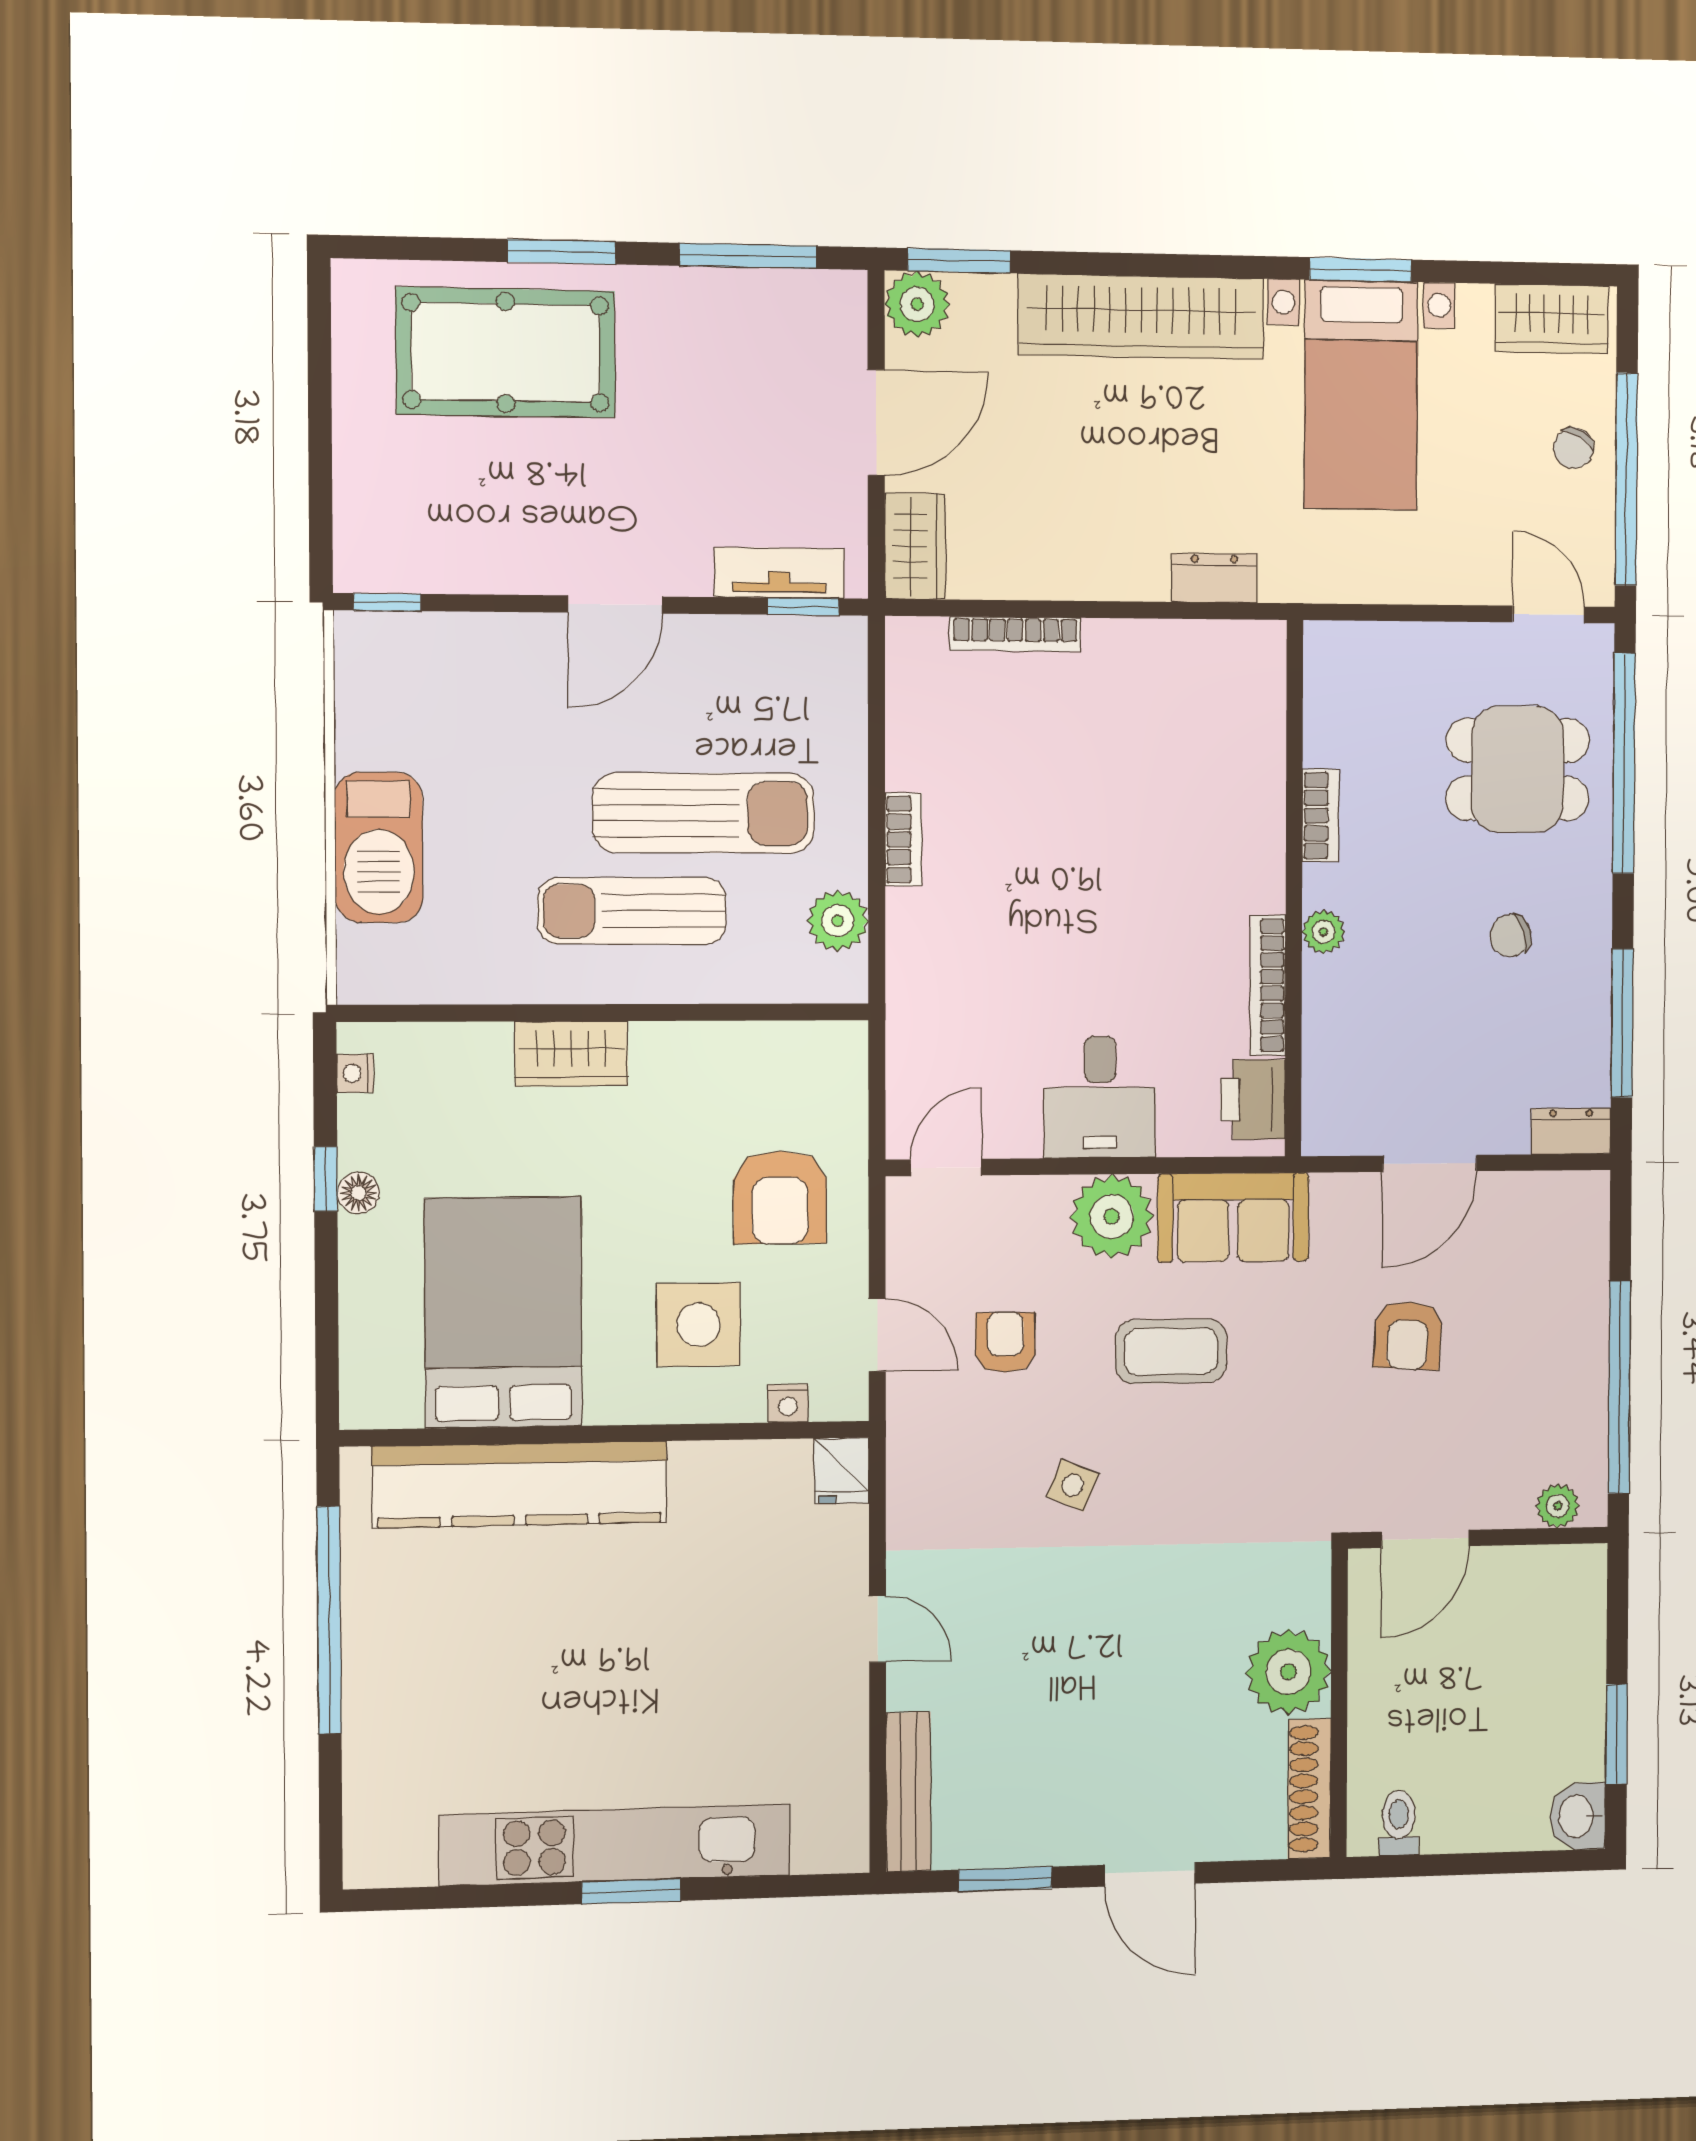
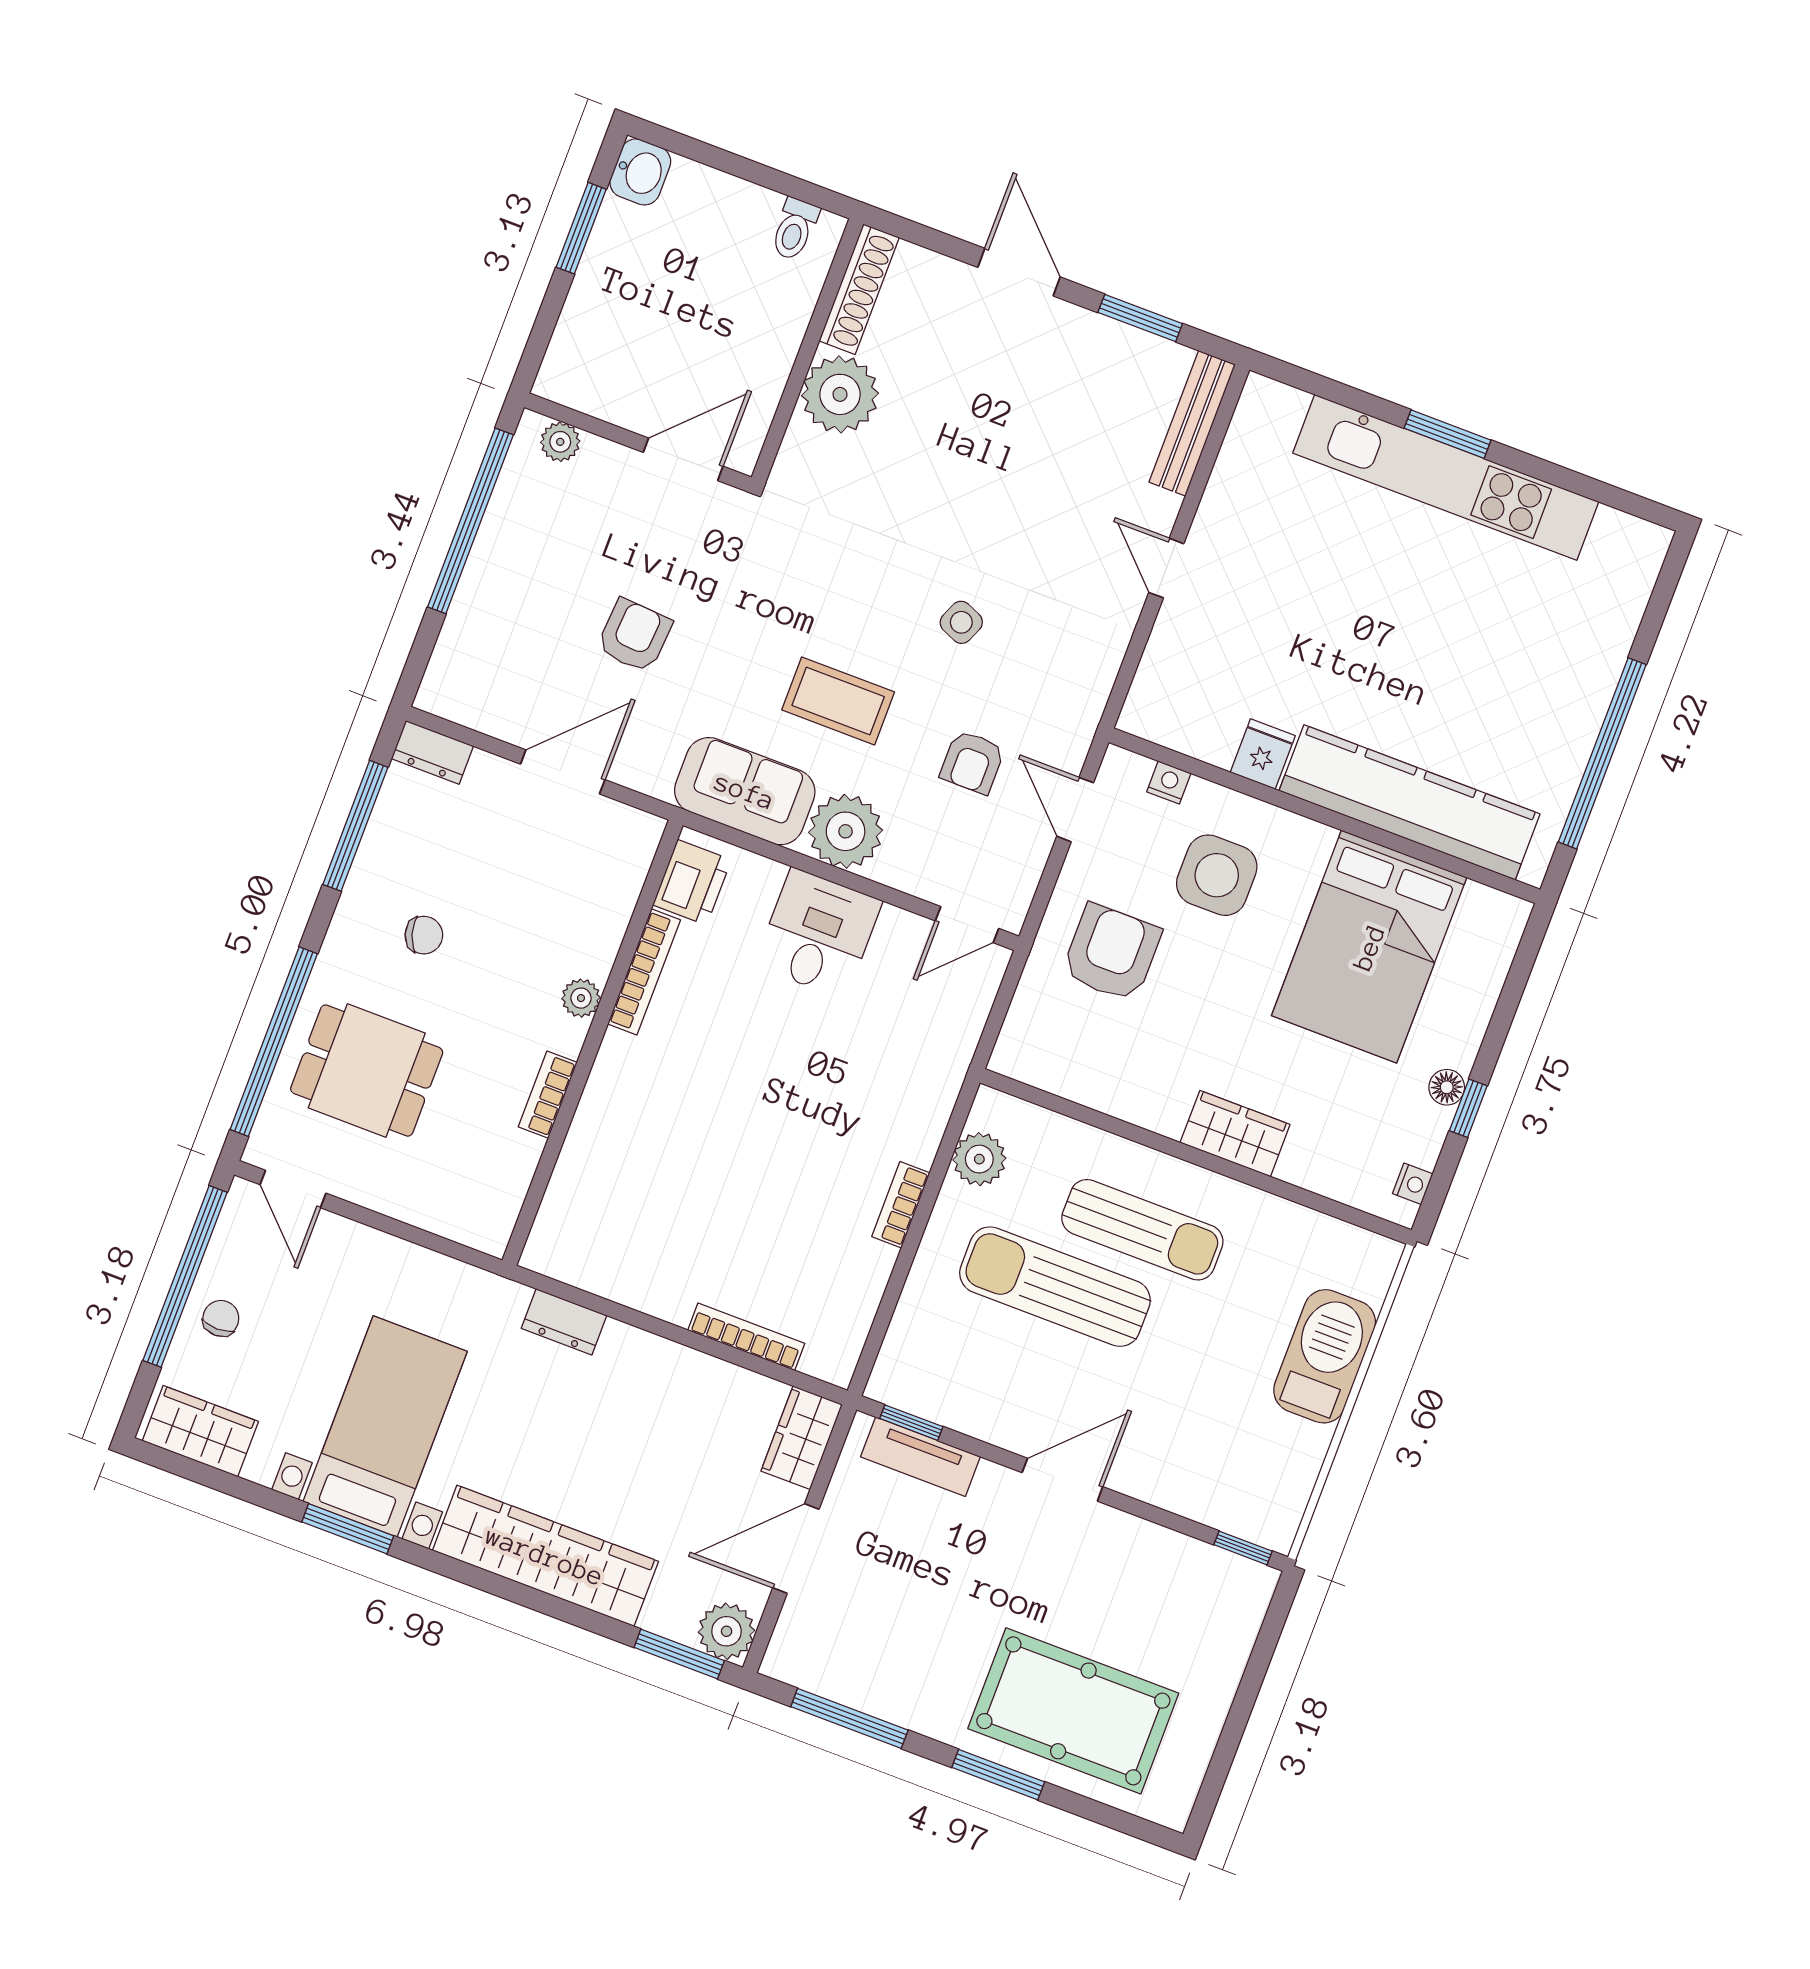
chair: (1573, 448) -> (221, 1318), turned -30
fridge: (842, 1471) -> (1263, 754), moved

